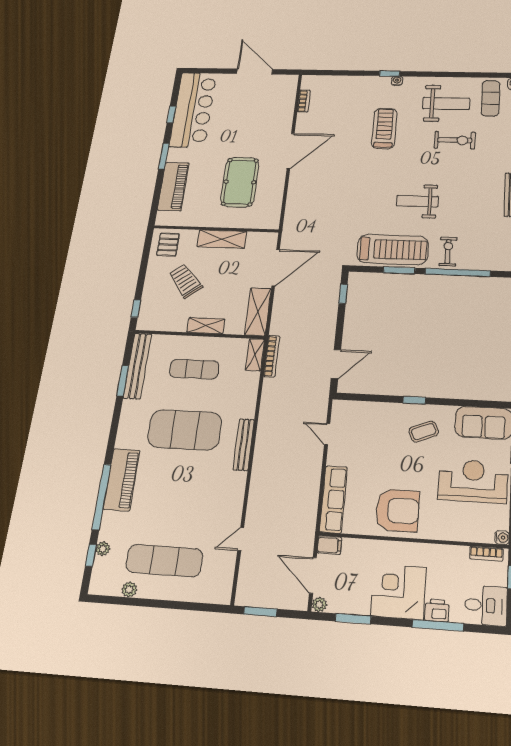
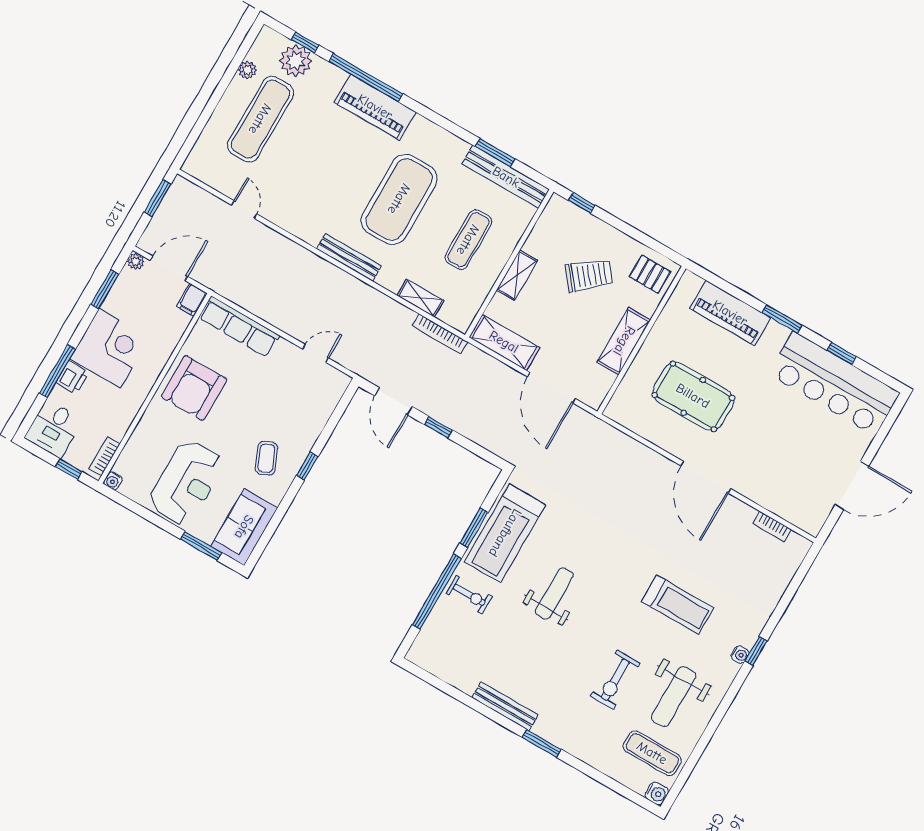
window: (343, 294) -> (438, 427), moved
shelving: (255, 355) -> (420, 298), moved
plant: (103, 549) -> (296, 61), width x1.88, depth x1.88

